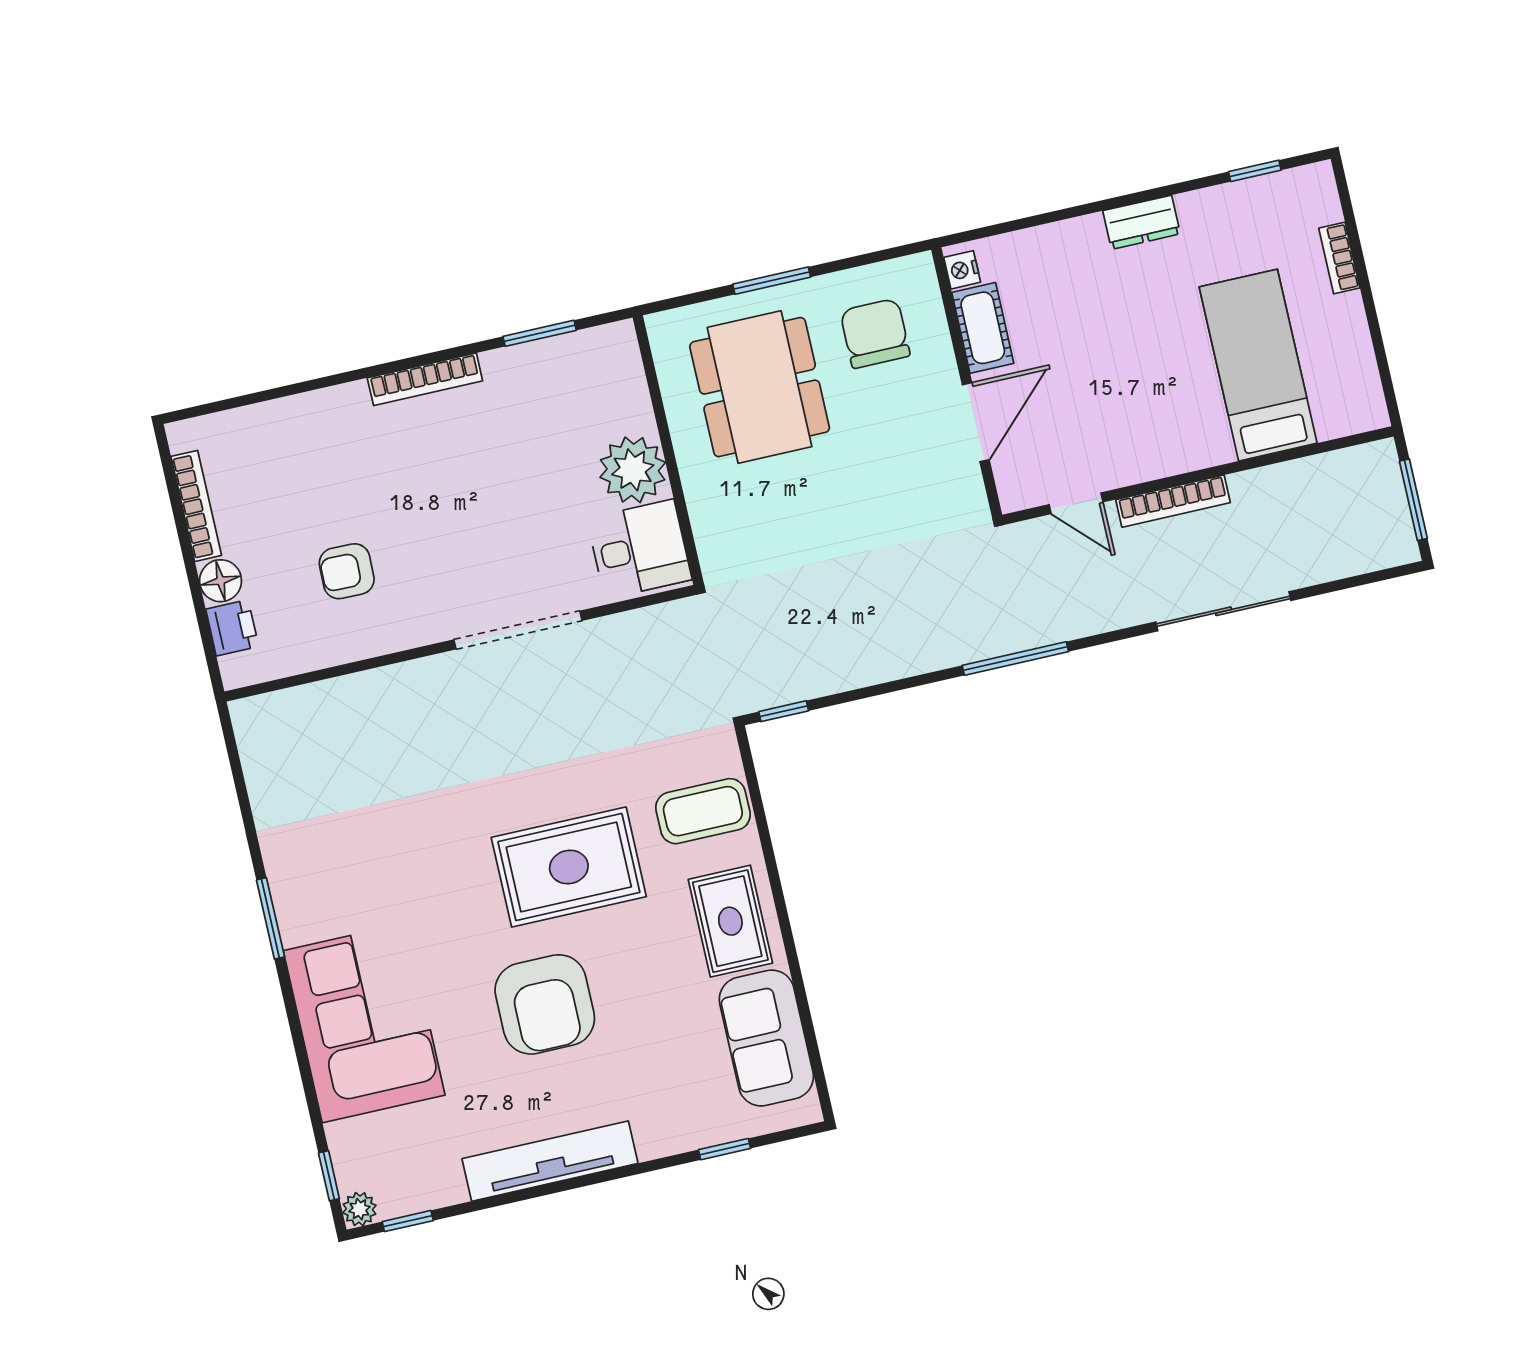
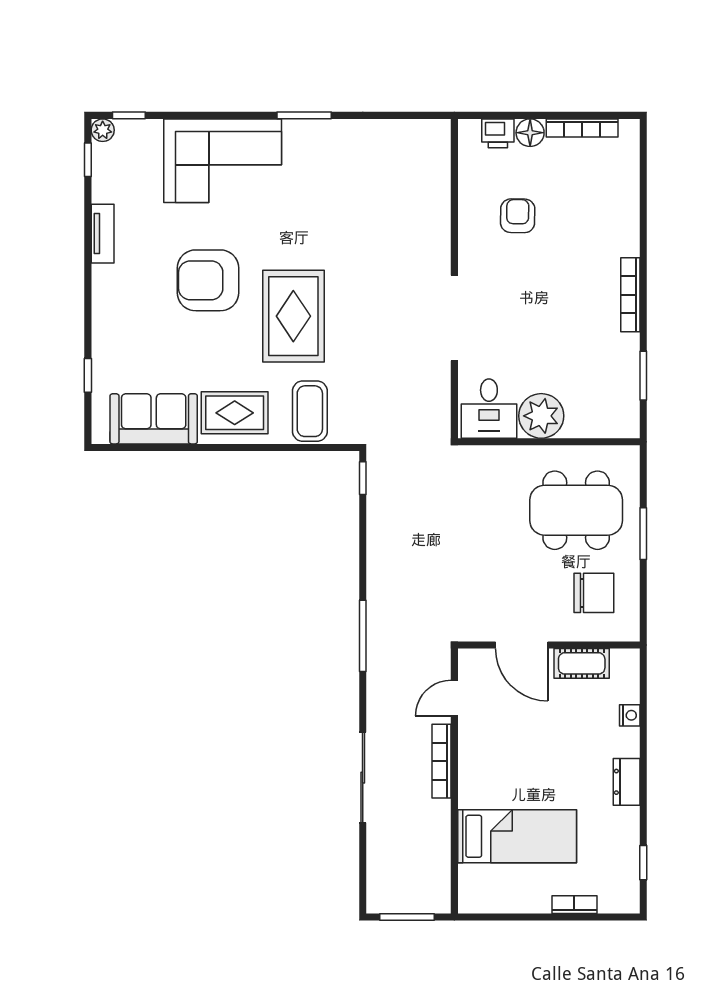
nightstand: (962, 270) -> (630, 715), moved, turned 90
tv unit: (550, 1161) -> (103, 234), width x0.52, depth x0.78

